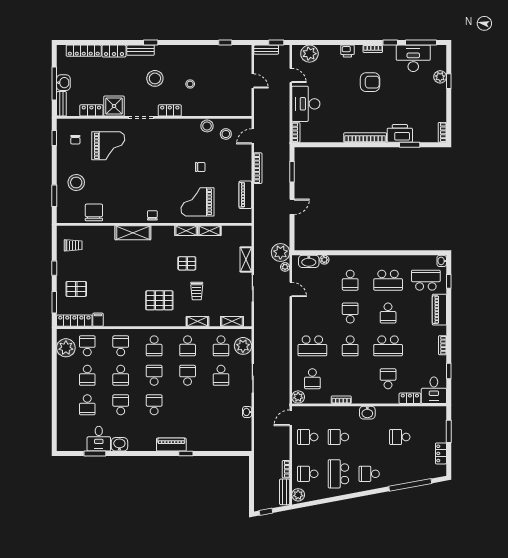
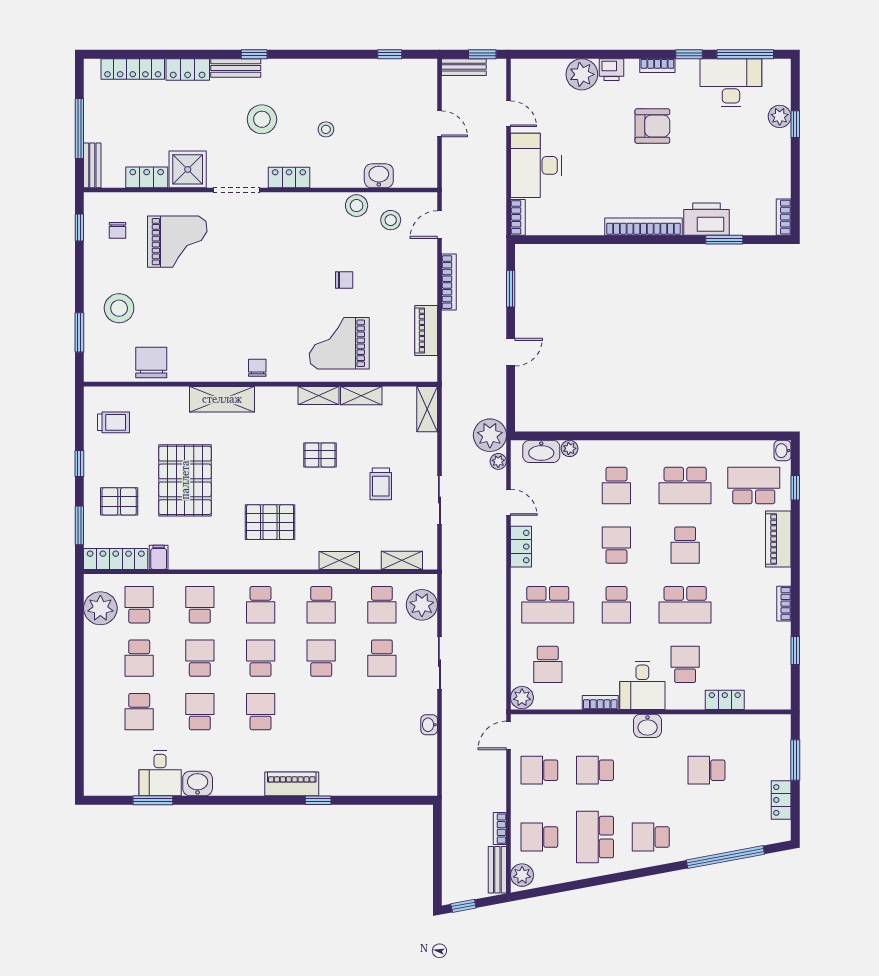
plant: (309, 54) -> (582, 74), moved
washbasin: (63, 83) -> (379, 176), moved, turned -90
shelving: (246, 260) -> (427, 409), moved
pallet: (112, 277) -> (185, 480), added
trolley: (197, 291) -> (381, 484), moved
locker: (298, 314) -> (521, 547), added
school desk: (121, 375) -> (200, 658), turned 180
desk: (434, 390) -> (642, 685), moved

